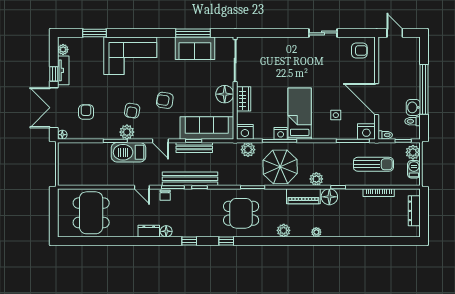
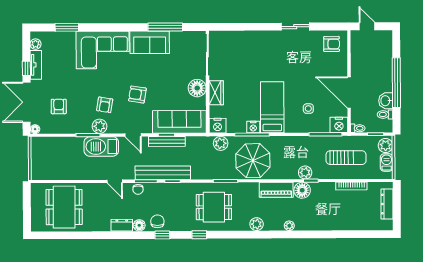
sofa: (195, 48) -> (150, 42), moved
plant: (316, 179) -> (305, 172), moved
chair: (184, 227) -> (157, 221), added

